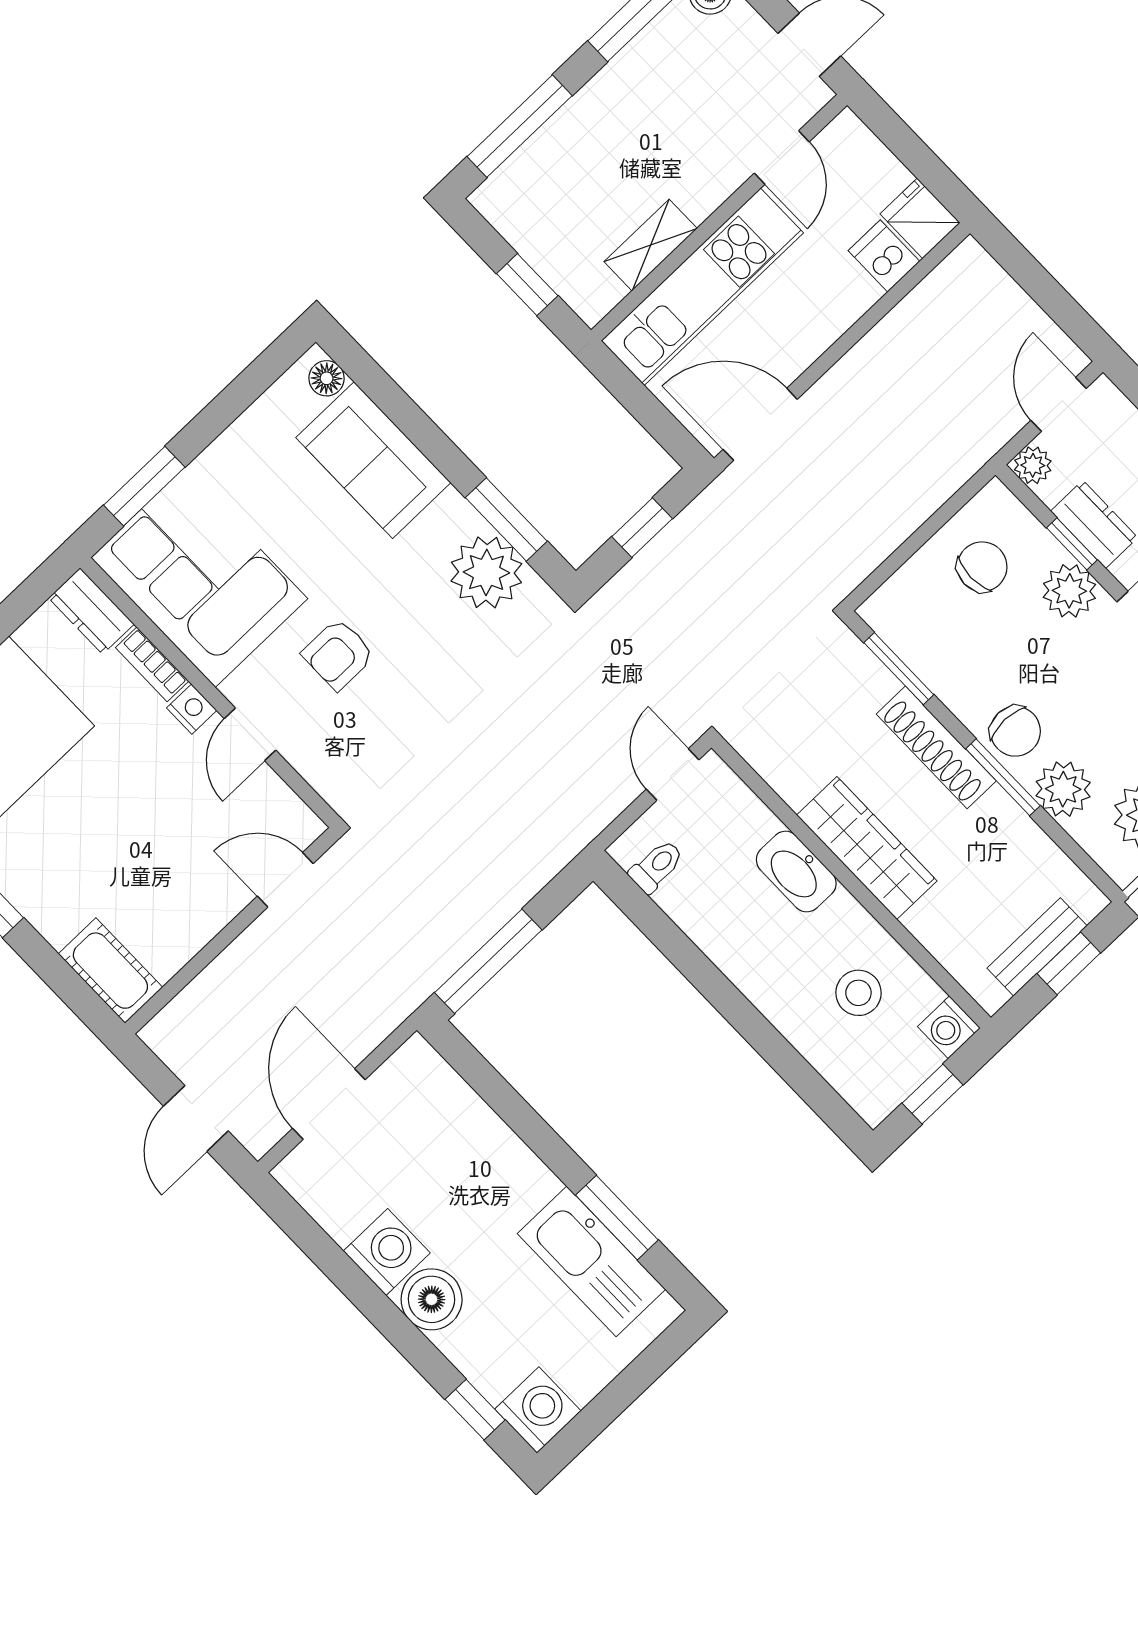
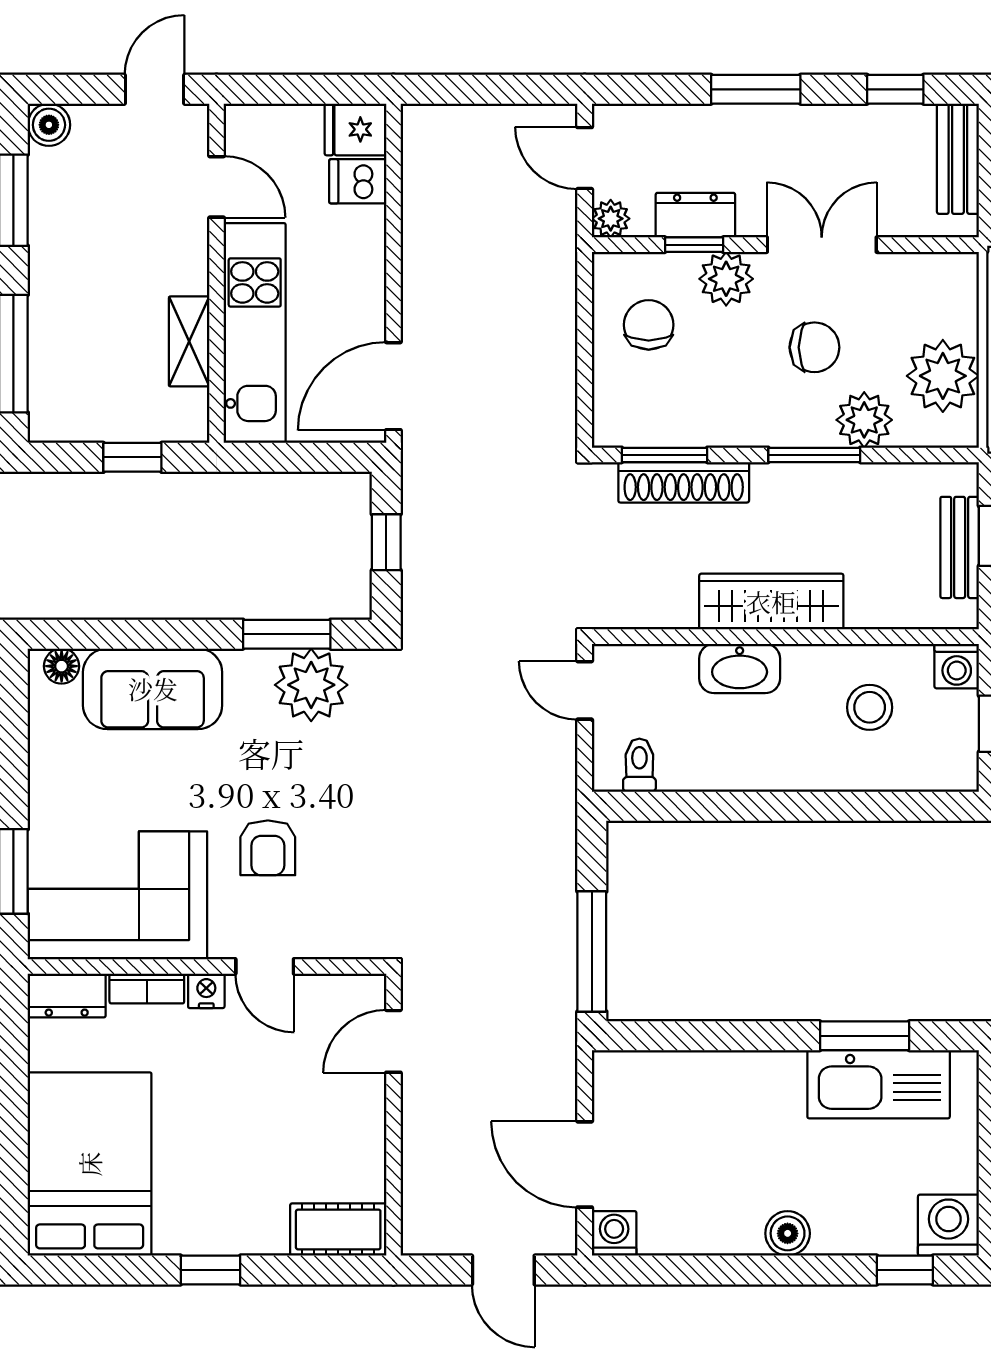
chair: (1015, 731) -> (814, 347), moved
shoe rack: (936, 747) -> (684, 482), moved
washing machine: (387, 1252) -> (614, 1233), moved, width x0.73, depth x0.73
boiler: (432, 1299) -> (788, 1233), width x0.73, depth x0.73

